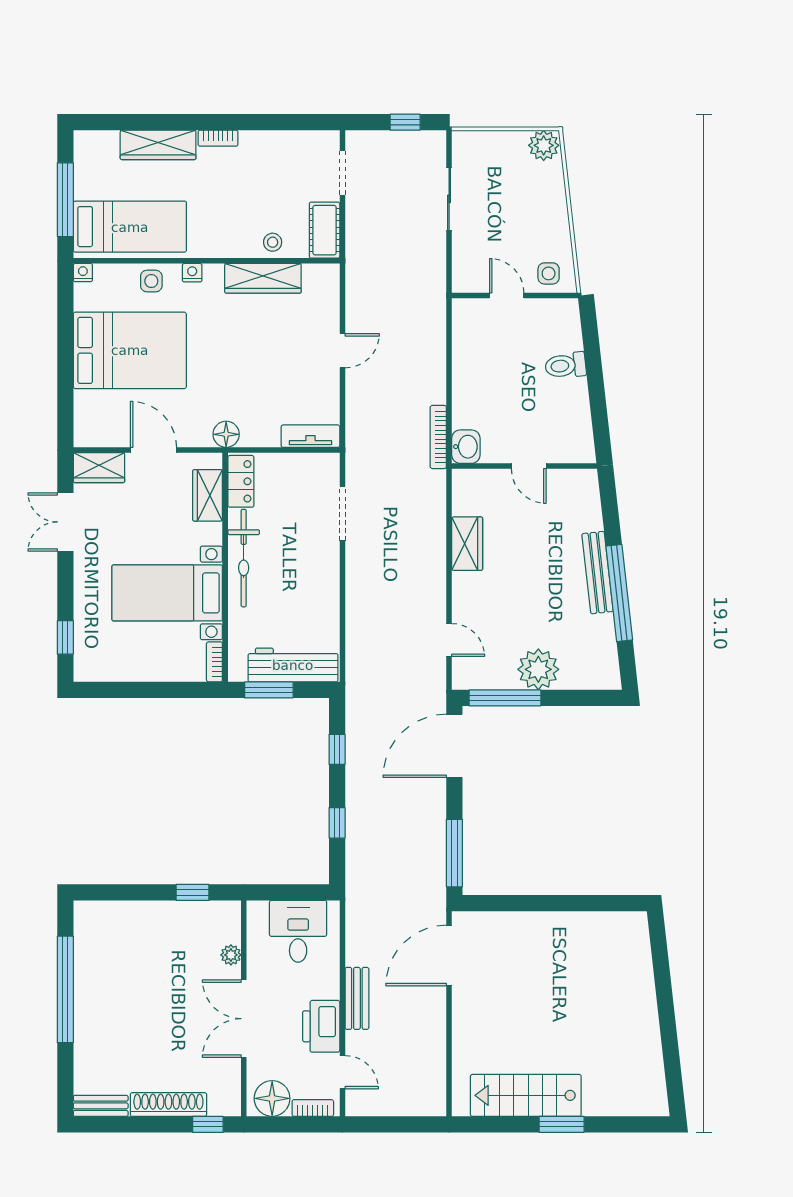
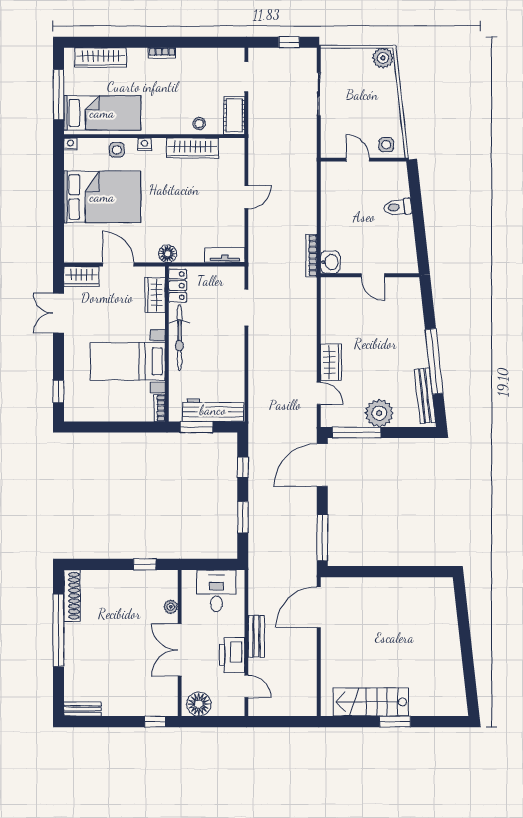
wardrobe: (158, 145) -> (101, 58), moved
wardrobe: (467, 544) -> (331, 362), moved
bench: (597, 573) -> (425, 396), moved
window: (337, 823) -> (243, 517), width x1.50
shoe rack: (168, 1105) -> (72, 596), moved, turned 90
bookcase: (313, 1108) -> (226, 711), removed

